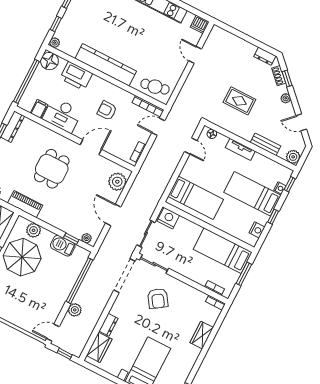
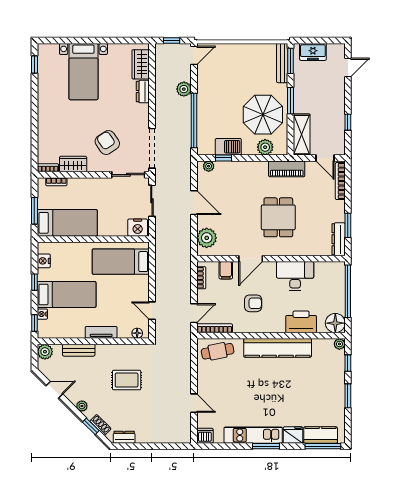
filing cabinet: (39, 109) -> (226, 270), moved
wardrobe: (202, 335) -> (73, 164), moved, turned -90

